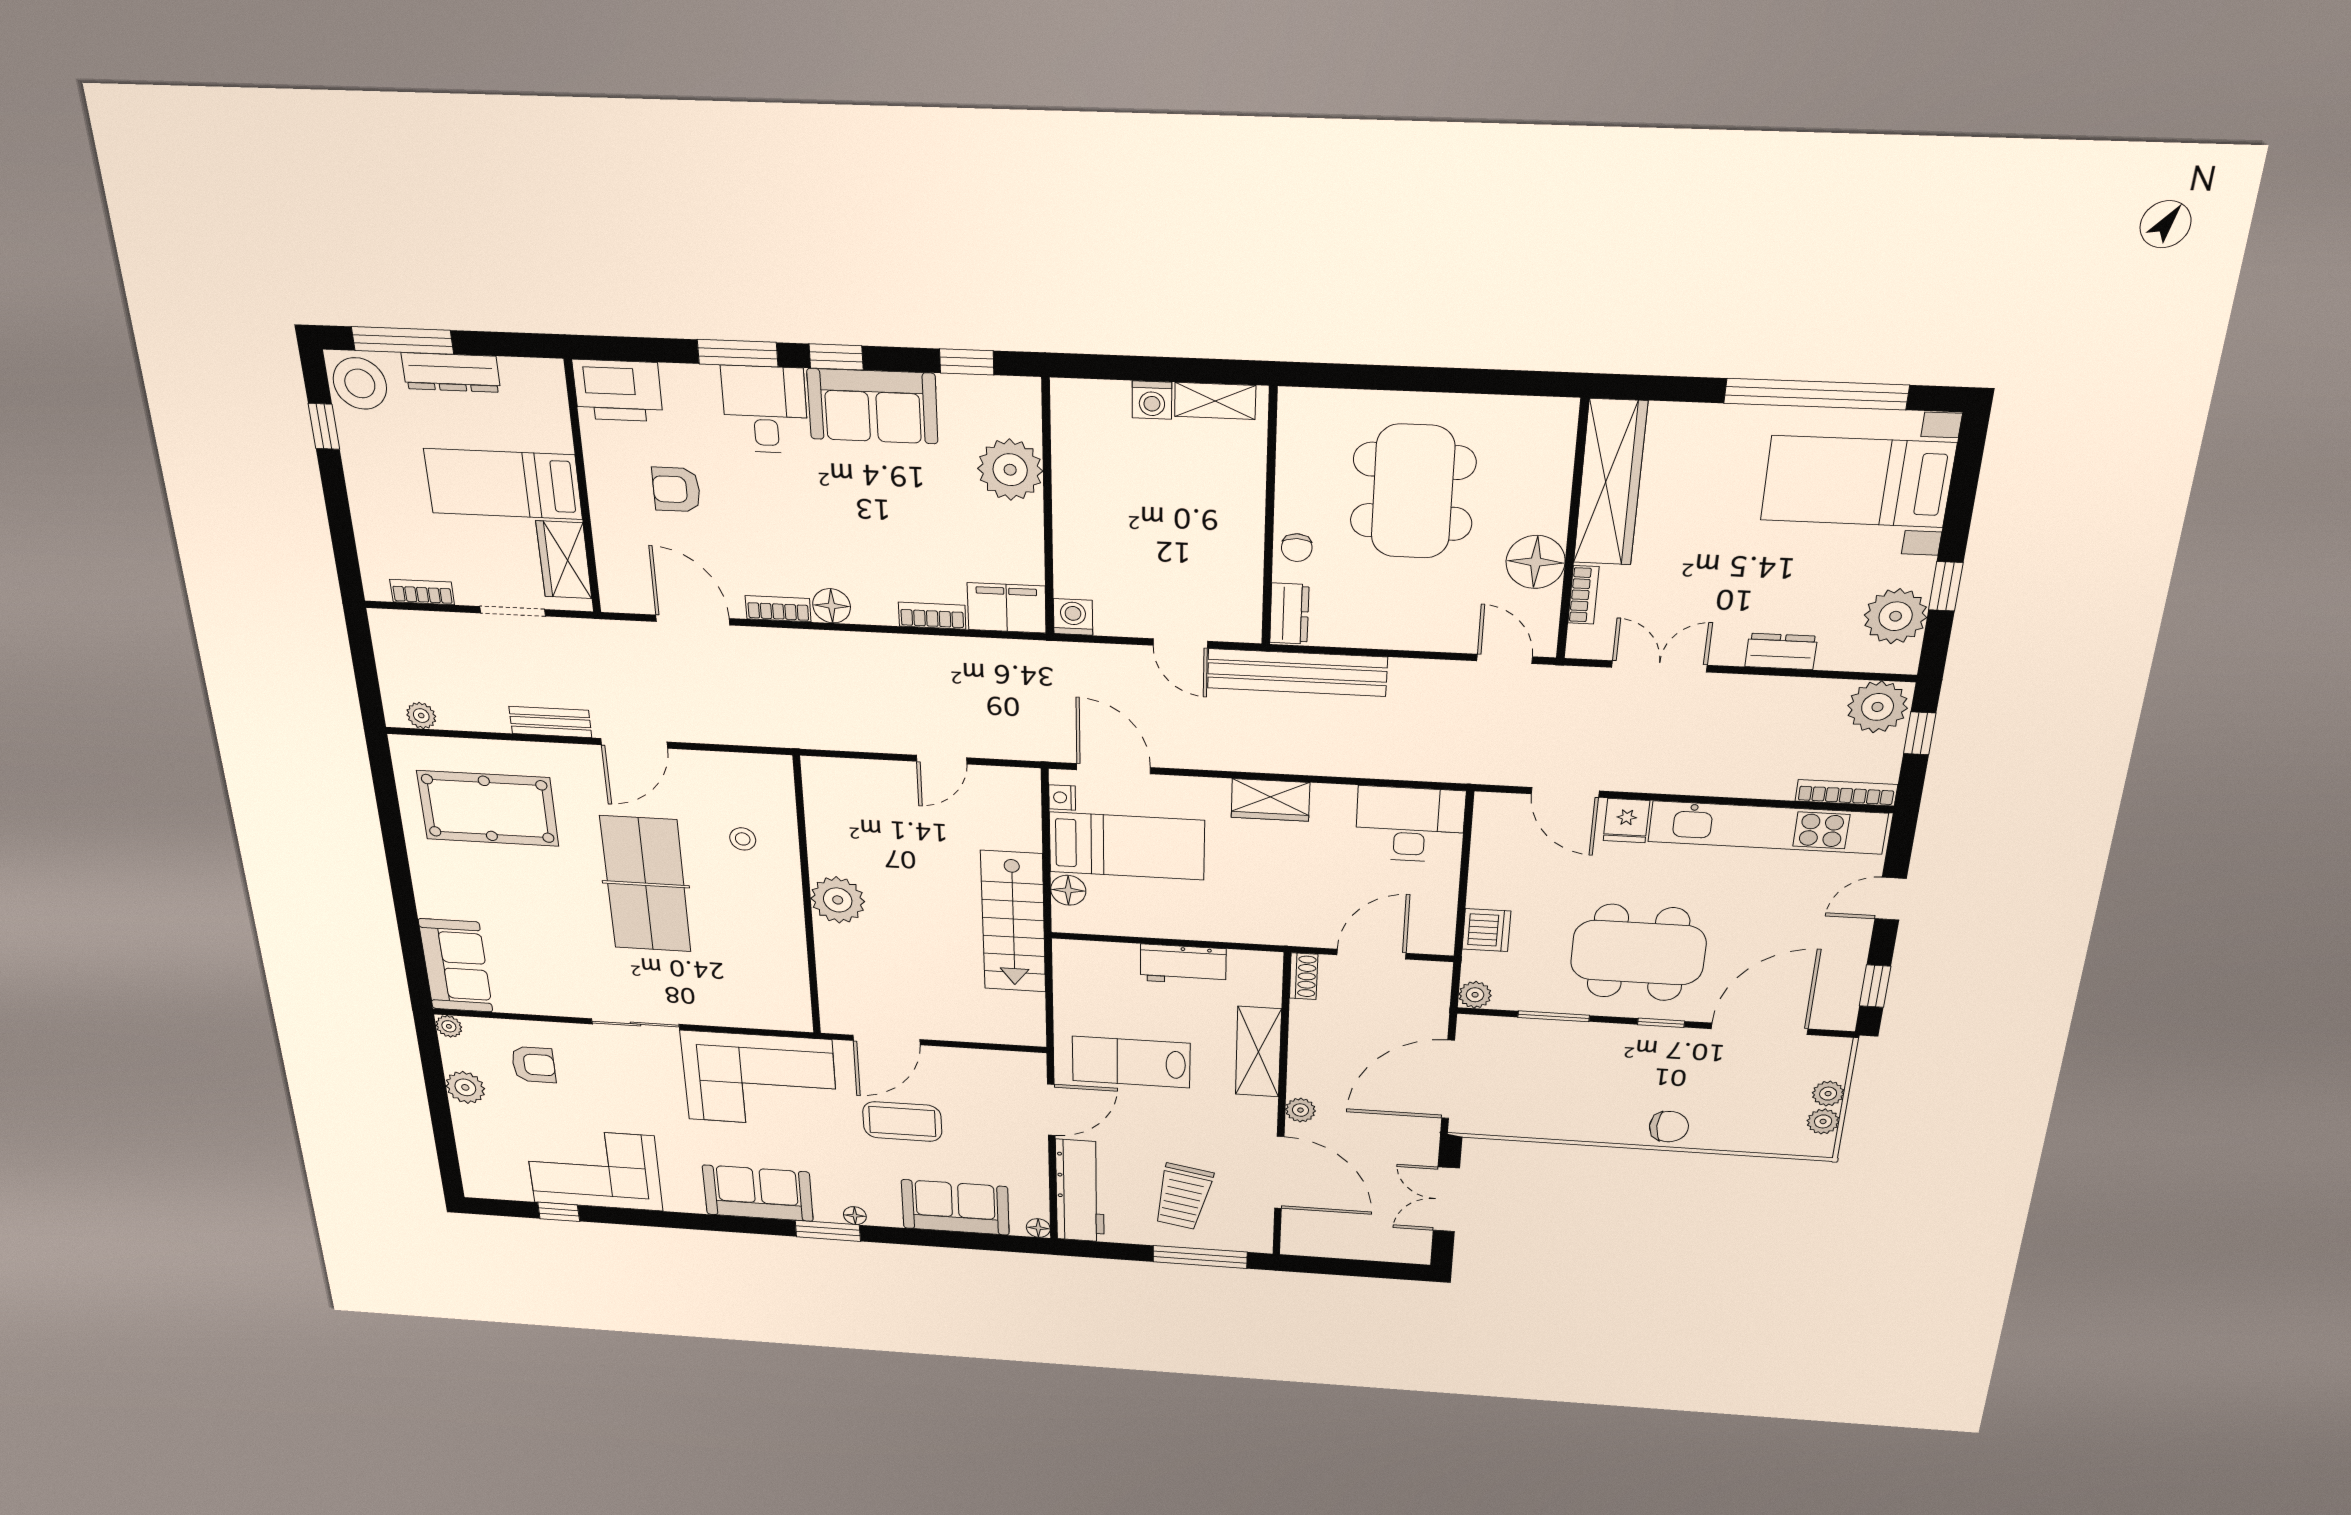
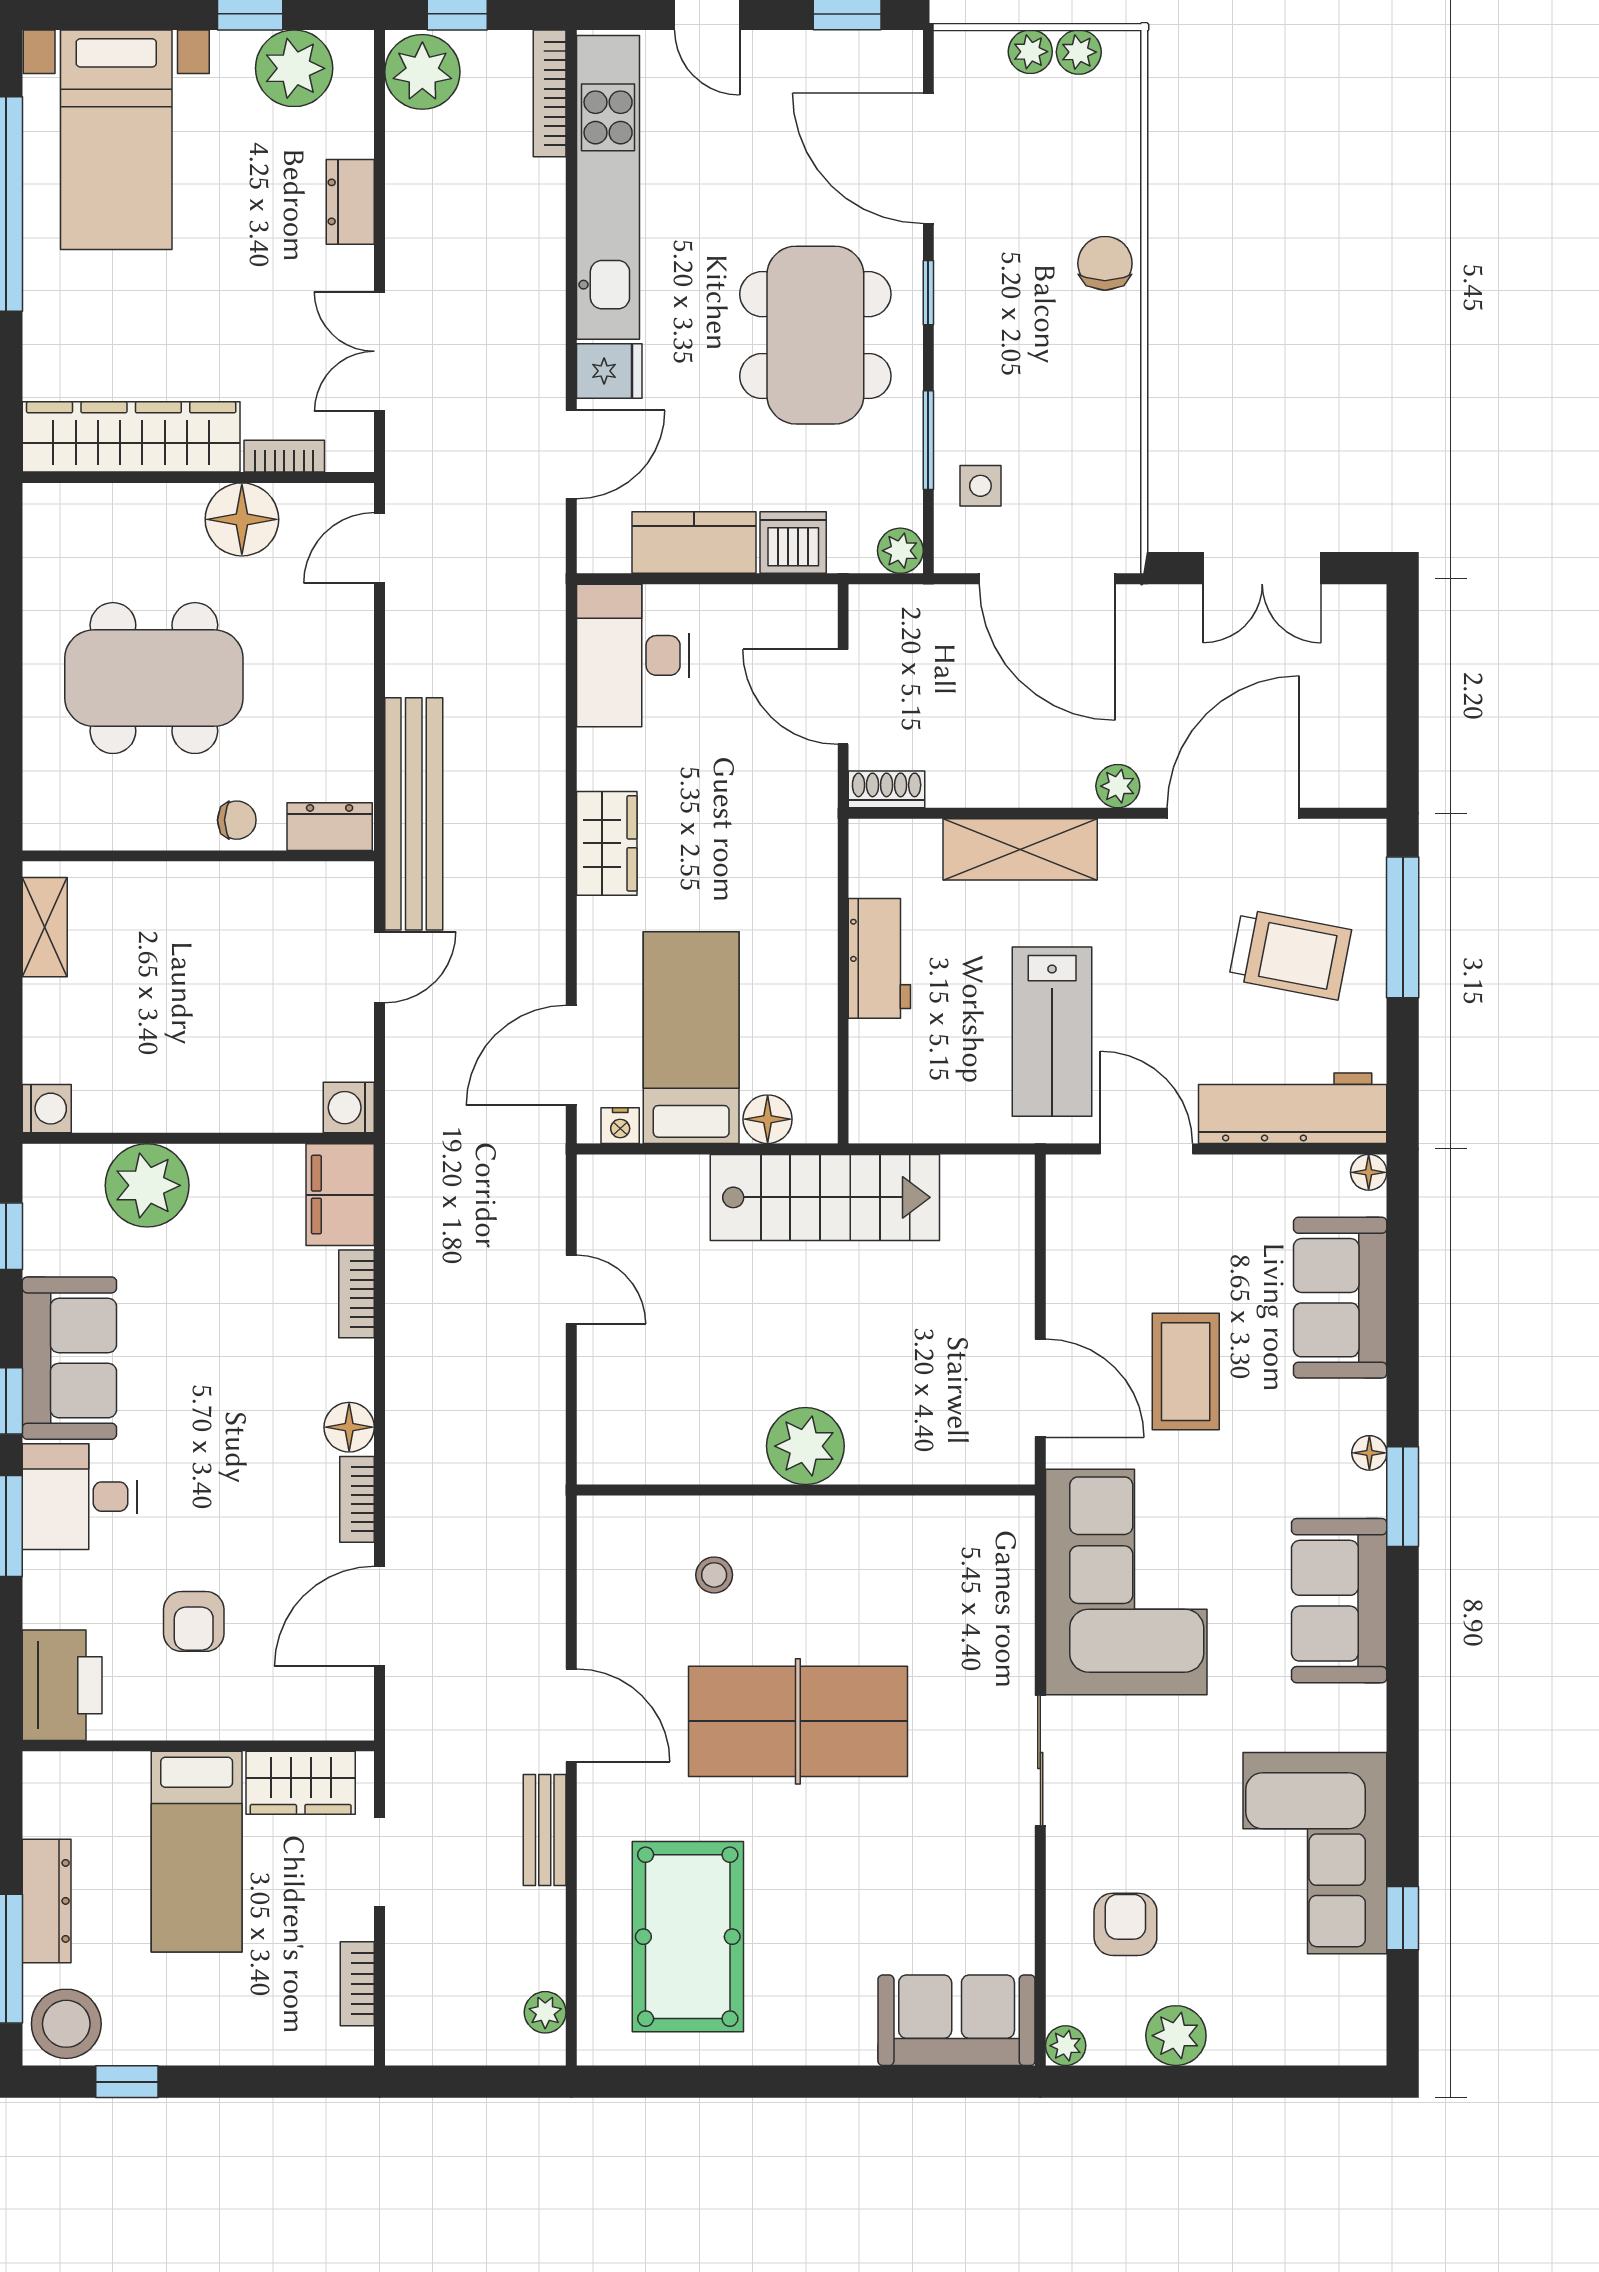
washing machine: (1152, 400) -> (47, 1109), moved
kitchen counter: (1492, 868) -> (694, 542), added
side table: (1518, 1045) -> (980, 486), added

